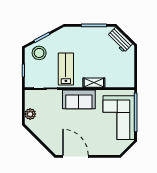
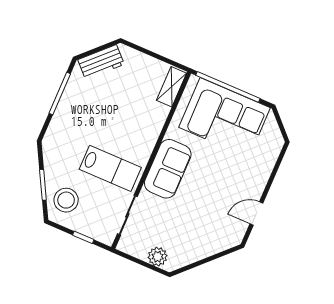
lab bench: (66, 69) -> (110, 168), turned 180
shelving: (94, 83) -> (172, 87), moved
door: (75, 156) -> (256, 214), width x0.53

